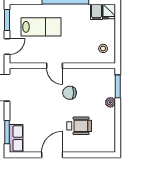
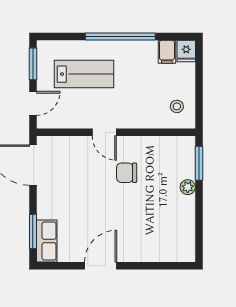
wheelchair: (79, 126) -> (141, 222), removed

